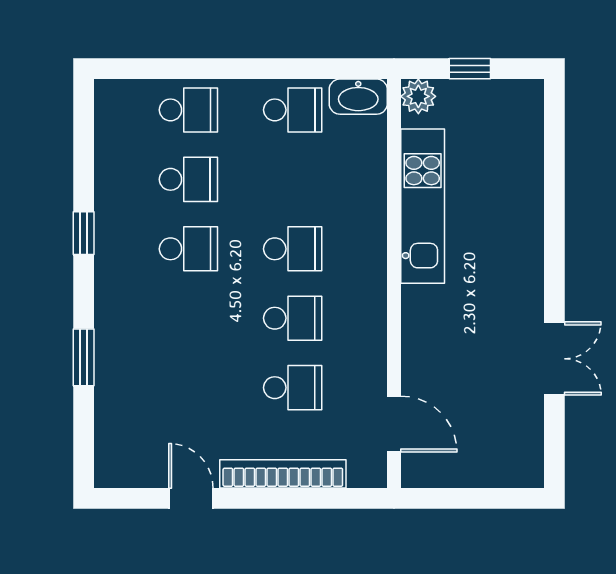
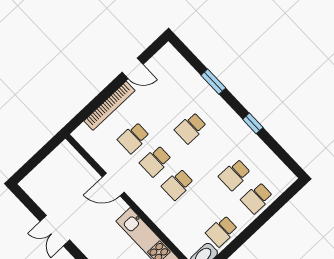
school desk: (188, 249) -> (191, 128), moved
door: (394, 424) -> (113, 185), moved

